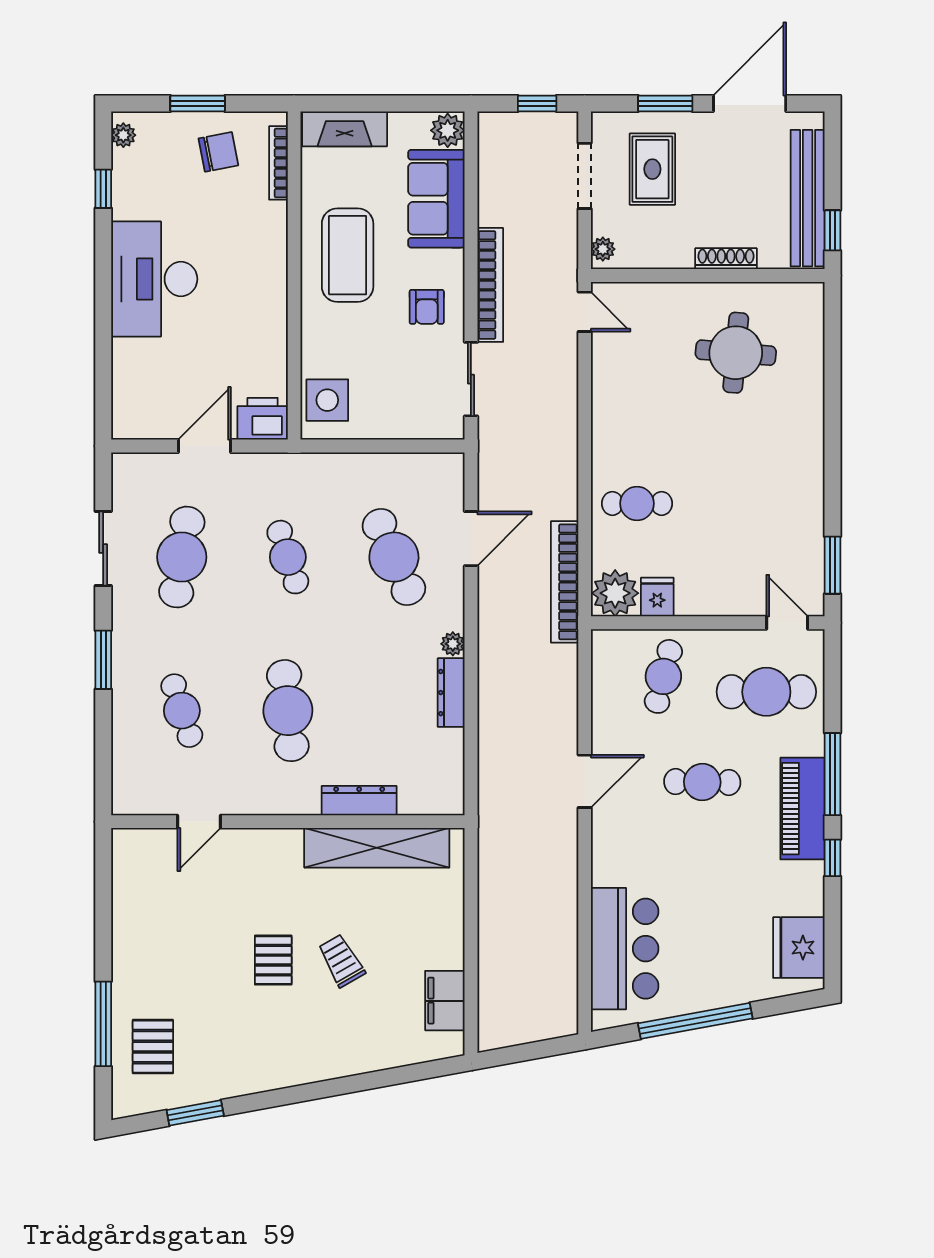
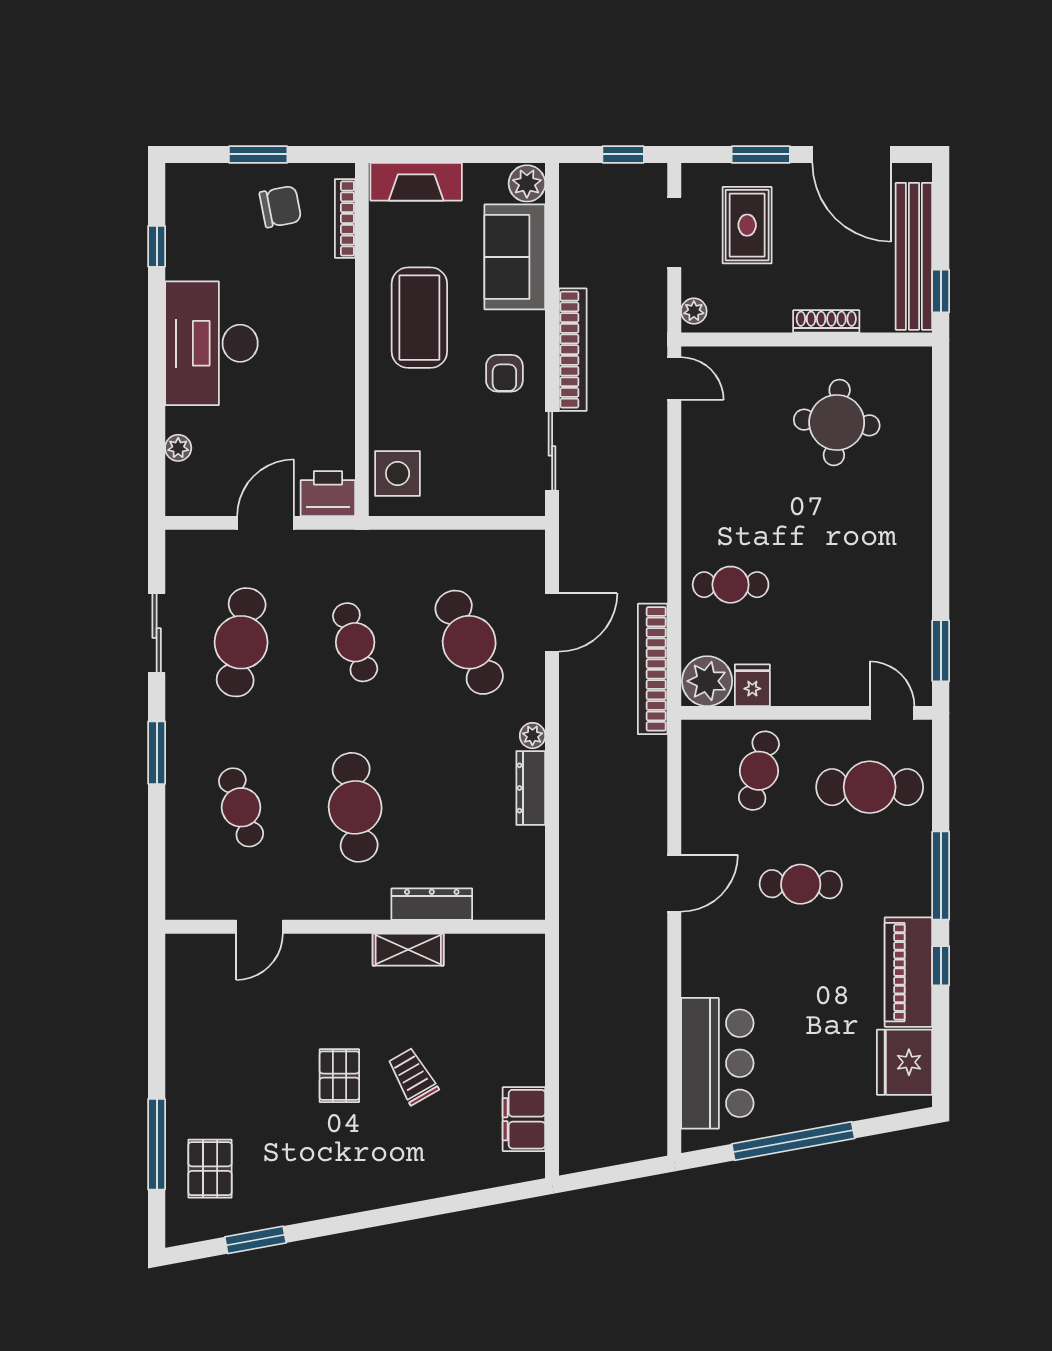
door: (750, 103) -> (852, 154), swing flipped
plant: (123, 135) -> (178, 448), moved
piano: (802, 809) -> (908, 972), moved
shelving: (377, 848) -> (408, 950), width x0.45, depth x0.75

